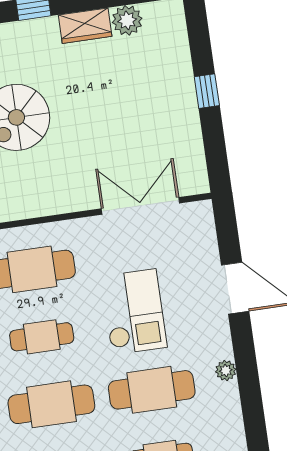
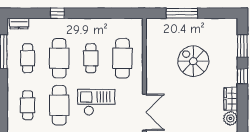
checkout: (134, 312) -> (96, 102), turned 180

